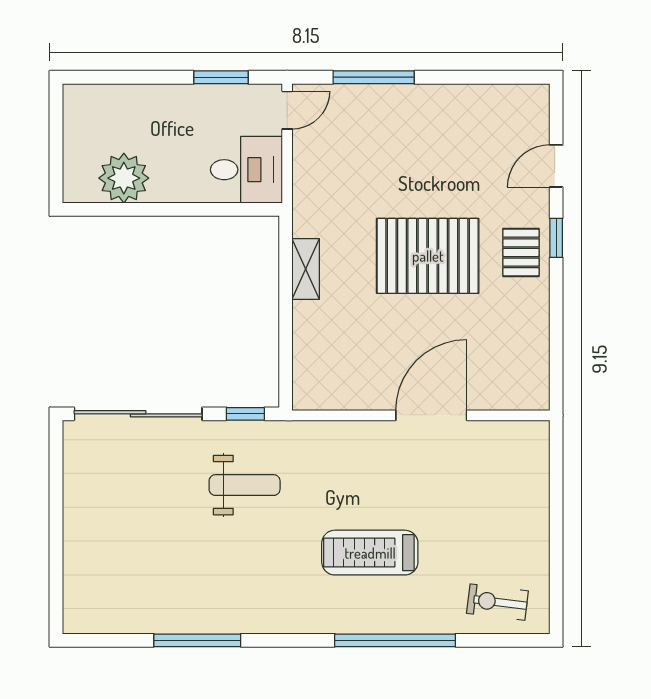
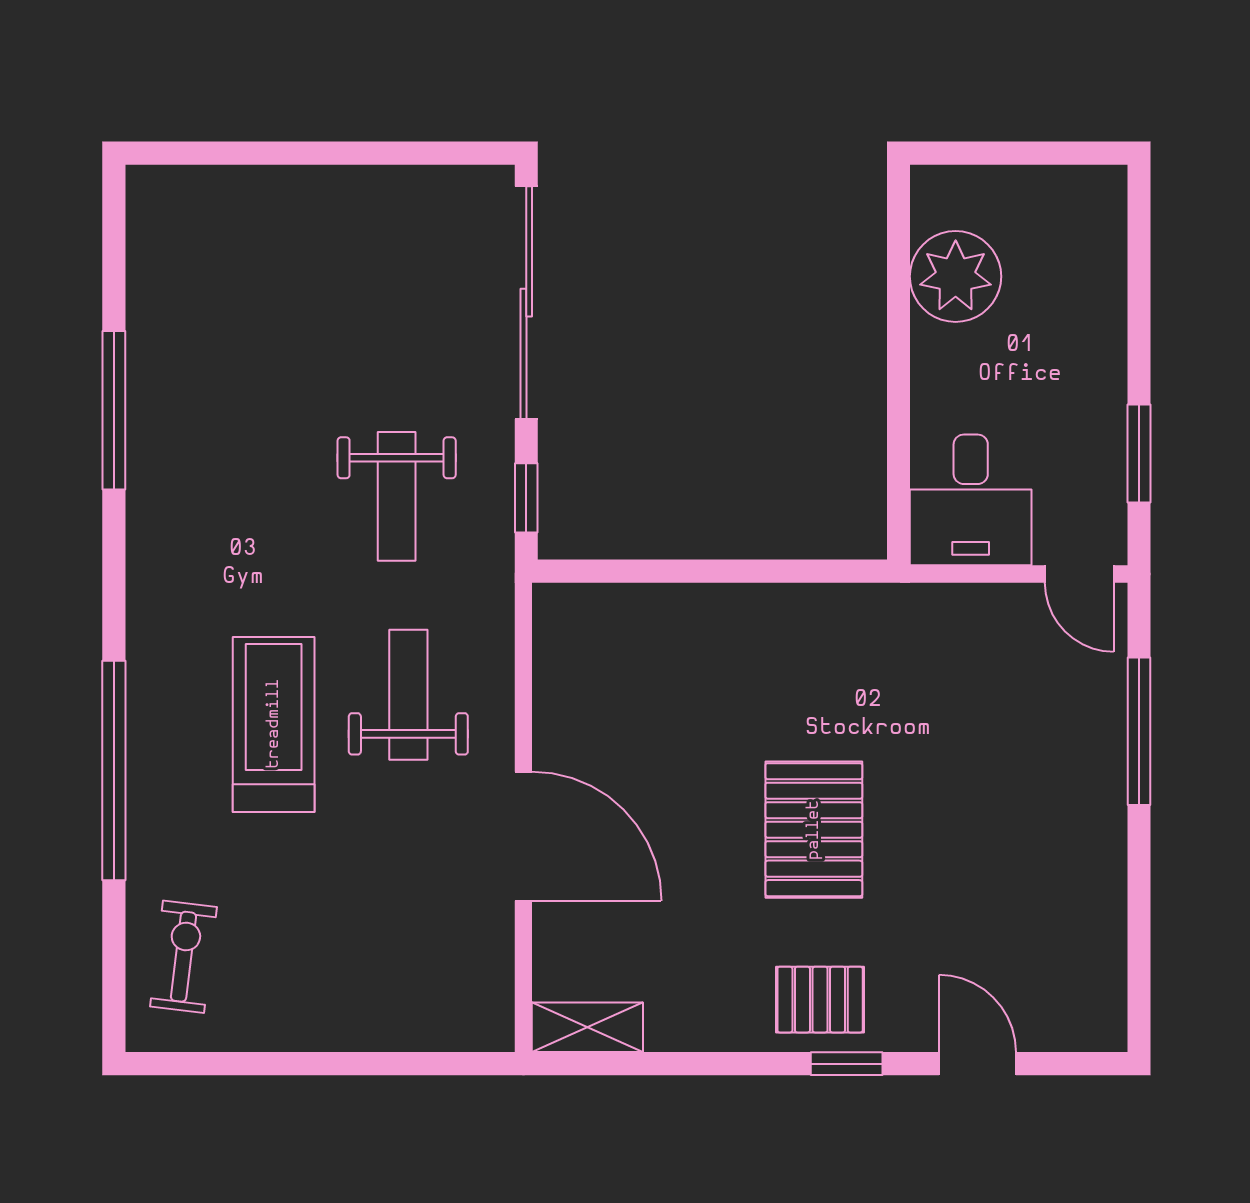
pallet: (428, 256) -> (814, 830), width x0.73, depth x0.71
shelving: (306, 269) -> (587, 1027), moved
weight bench: (354, 479) -> (408, 695), added

